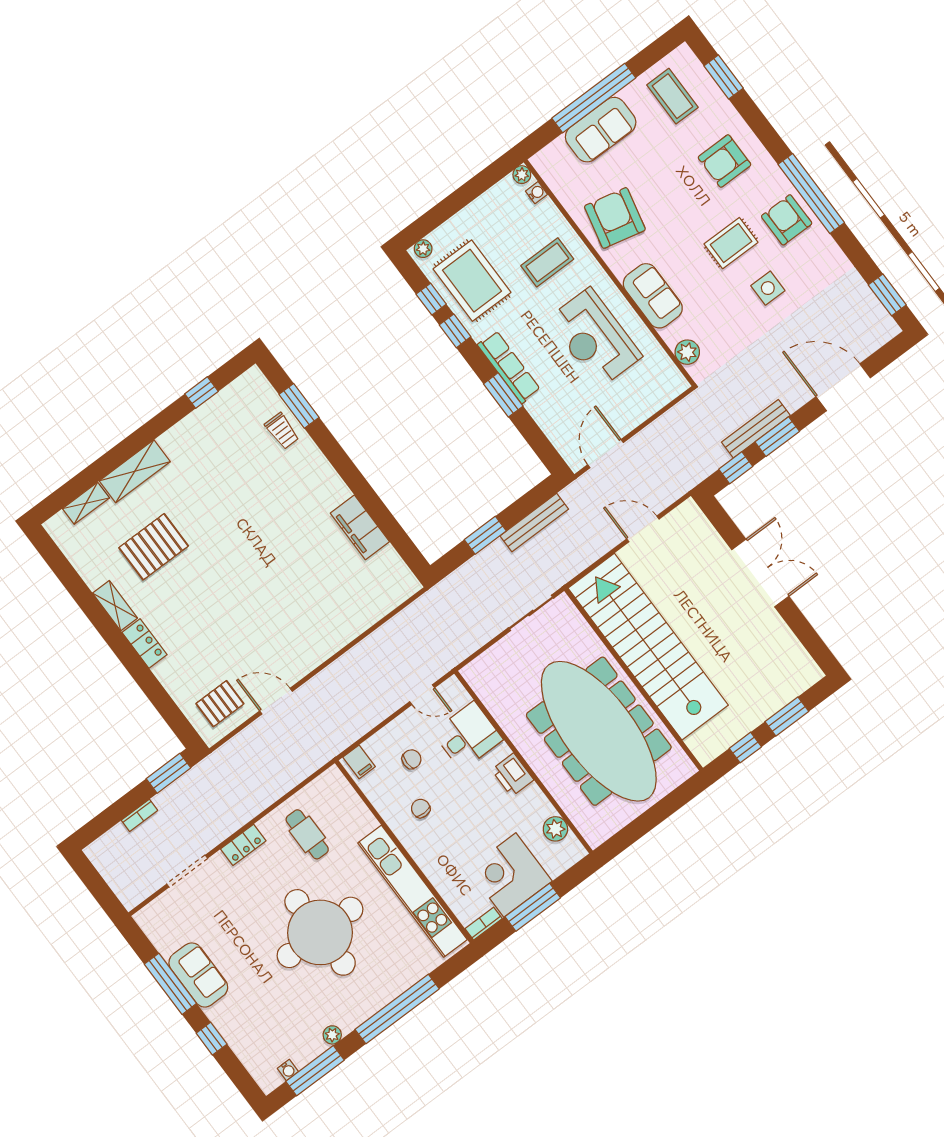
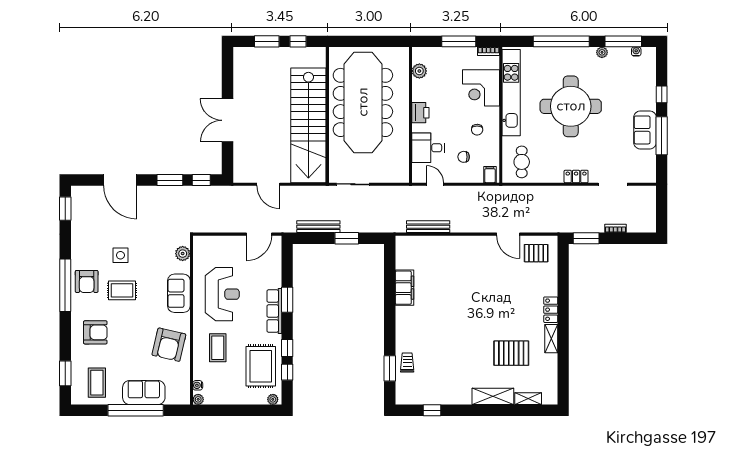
coffee table: (547, 262) -> (218, 348), turned 90
bench: (756, 429) -> (428, 227), moved
cafe table: (307, 834) -> (522, 162), moved
corner desk: (510, 875) -> (481, 88), moved, turned 90

